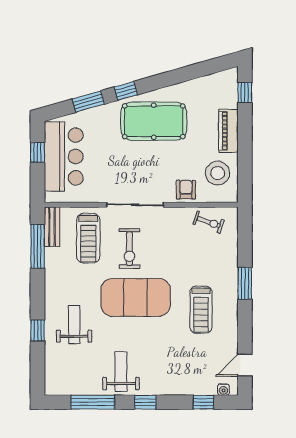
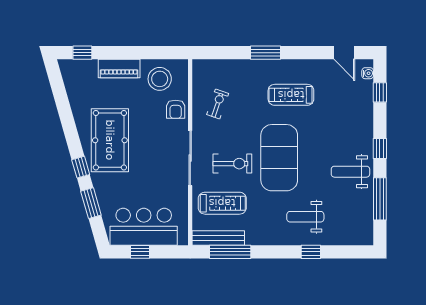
armchair: (186, 190) -> (176, 109), turned -90
exercise bike: (209, 222) -> (218, 104), moved
bench: (52, 227) -> (218, 238), width x1.36
treadmill: (201, 310) -> (291, 95), turned 180

